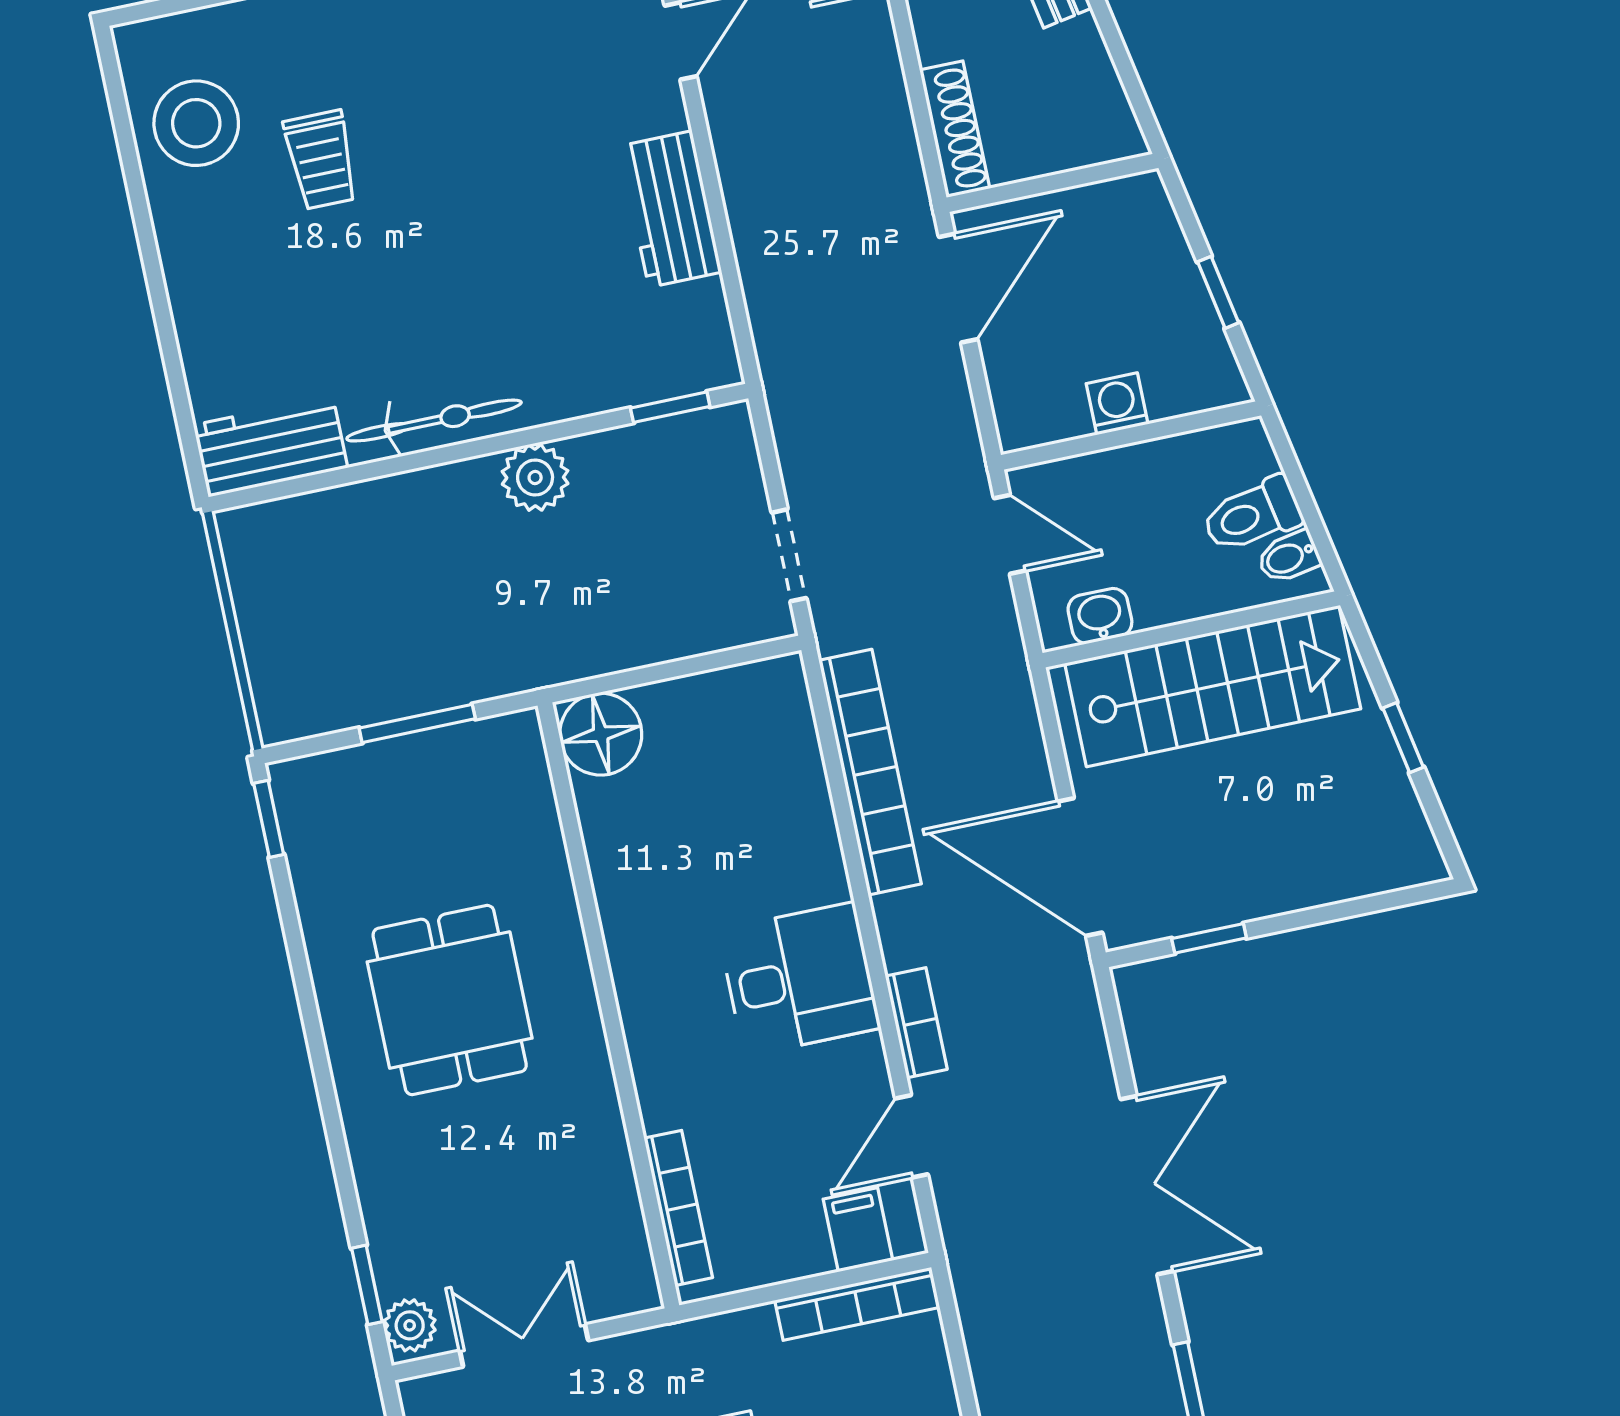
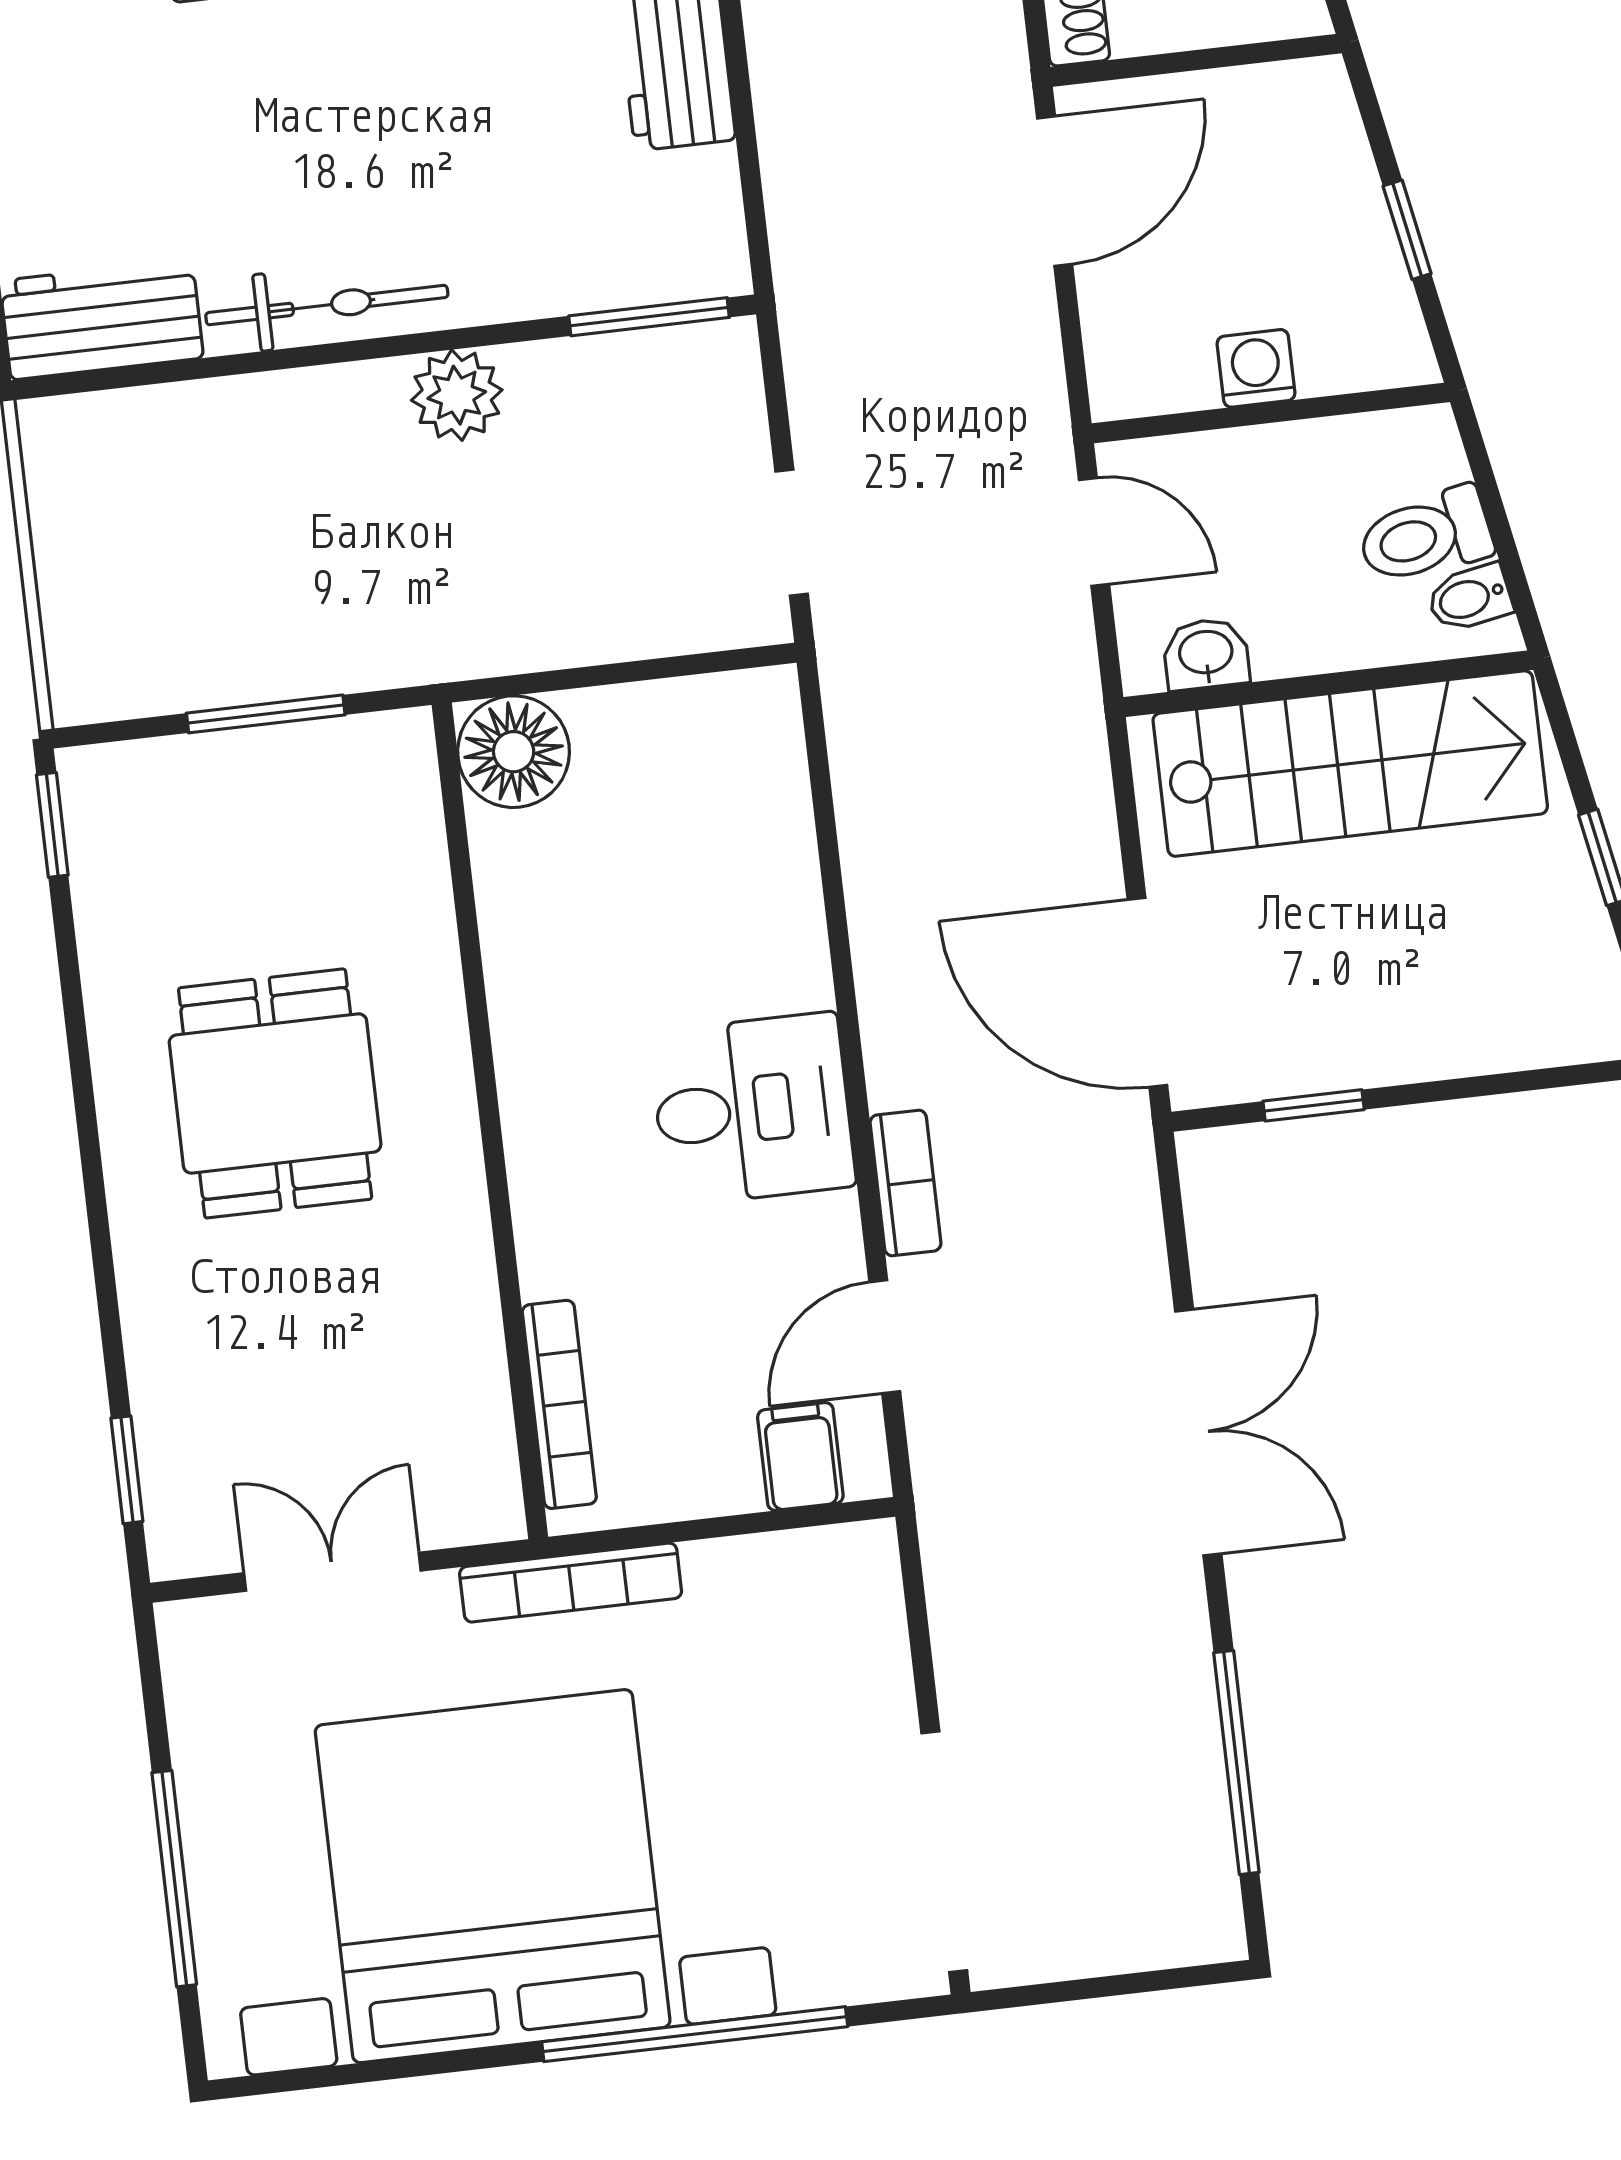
window: (670, 407) -> (649, 317), width x1.50
bookcase: (870, 772) -> (874, 837), removed
bookcase: (857, 1304) -> (571, 1583), moved
plant: (410, 1325) -> (180, 1530), removed

